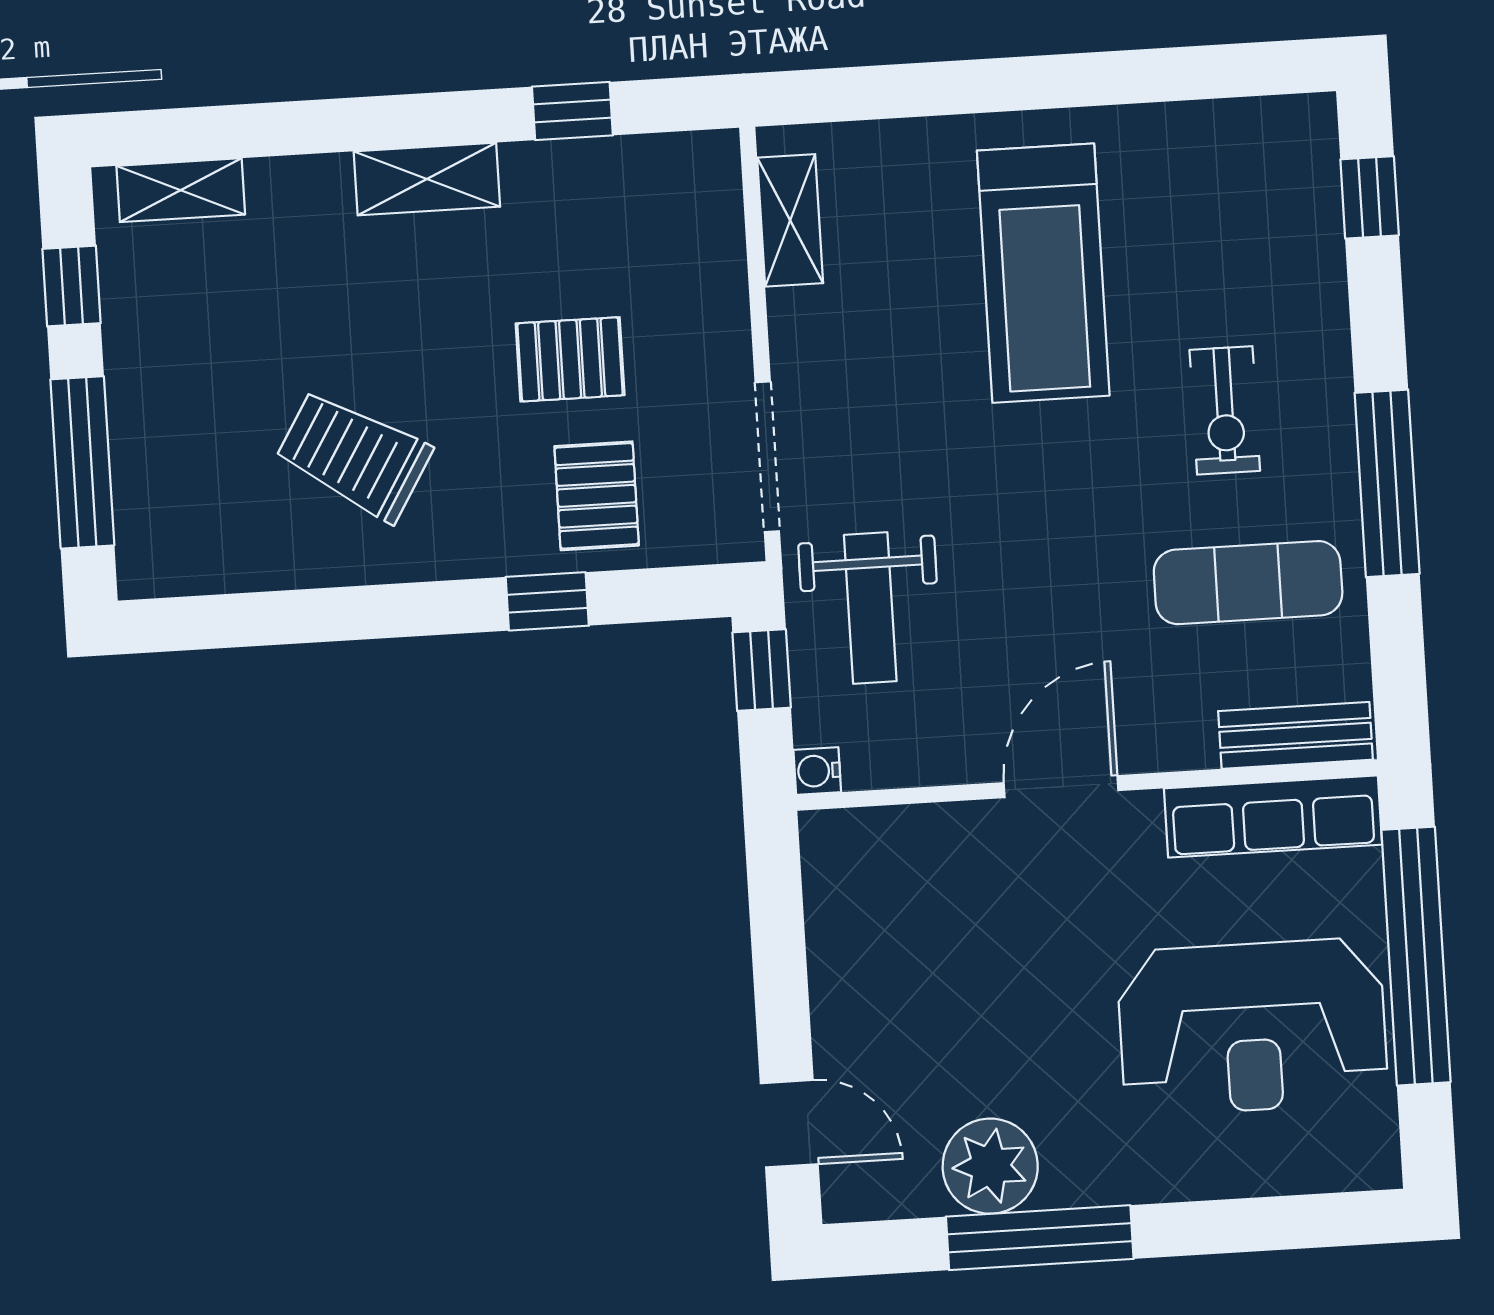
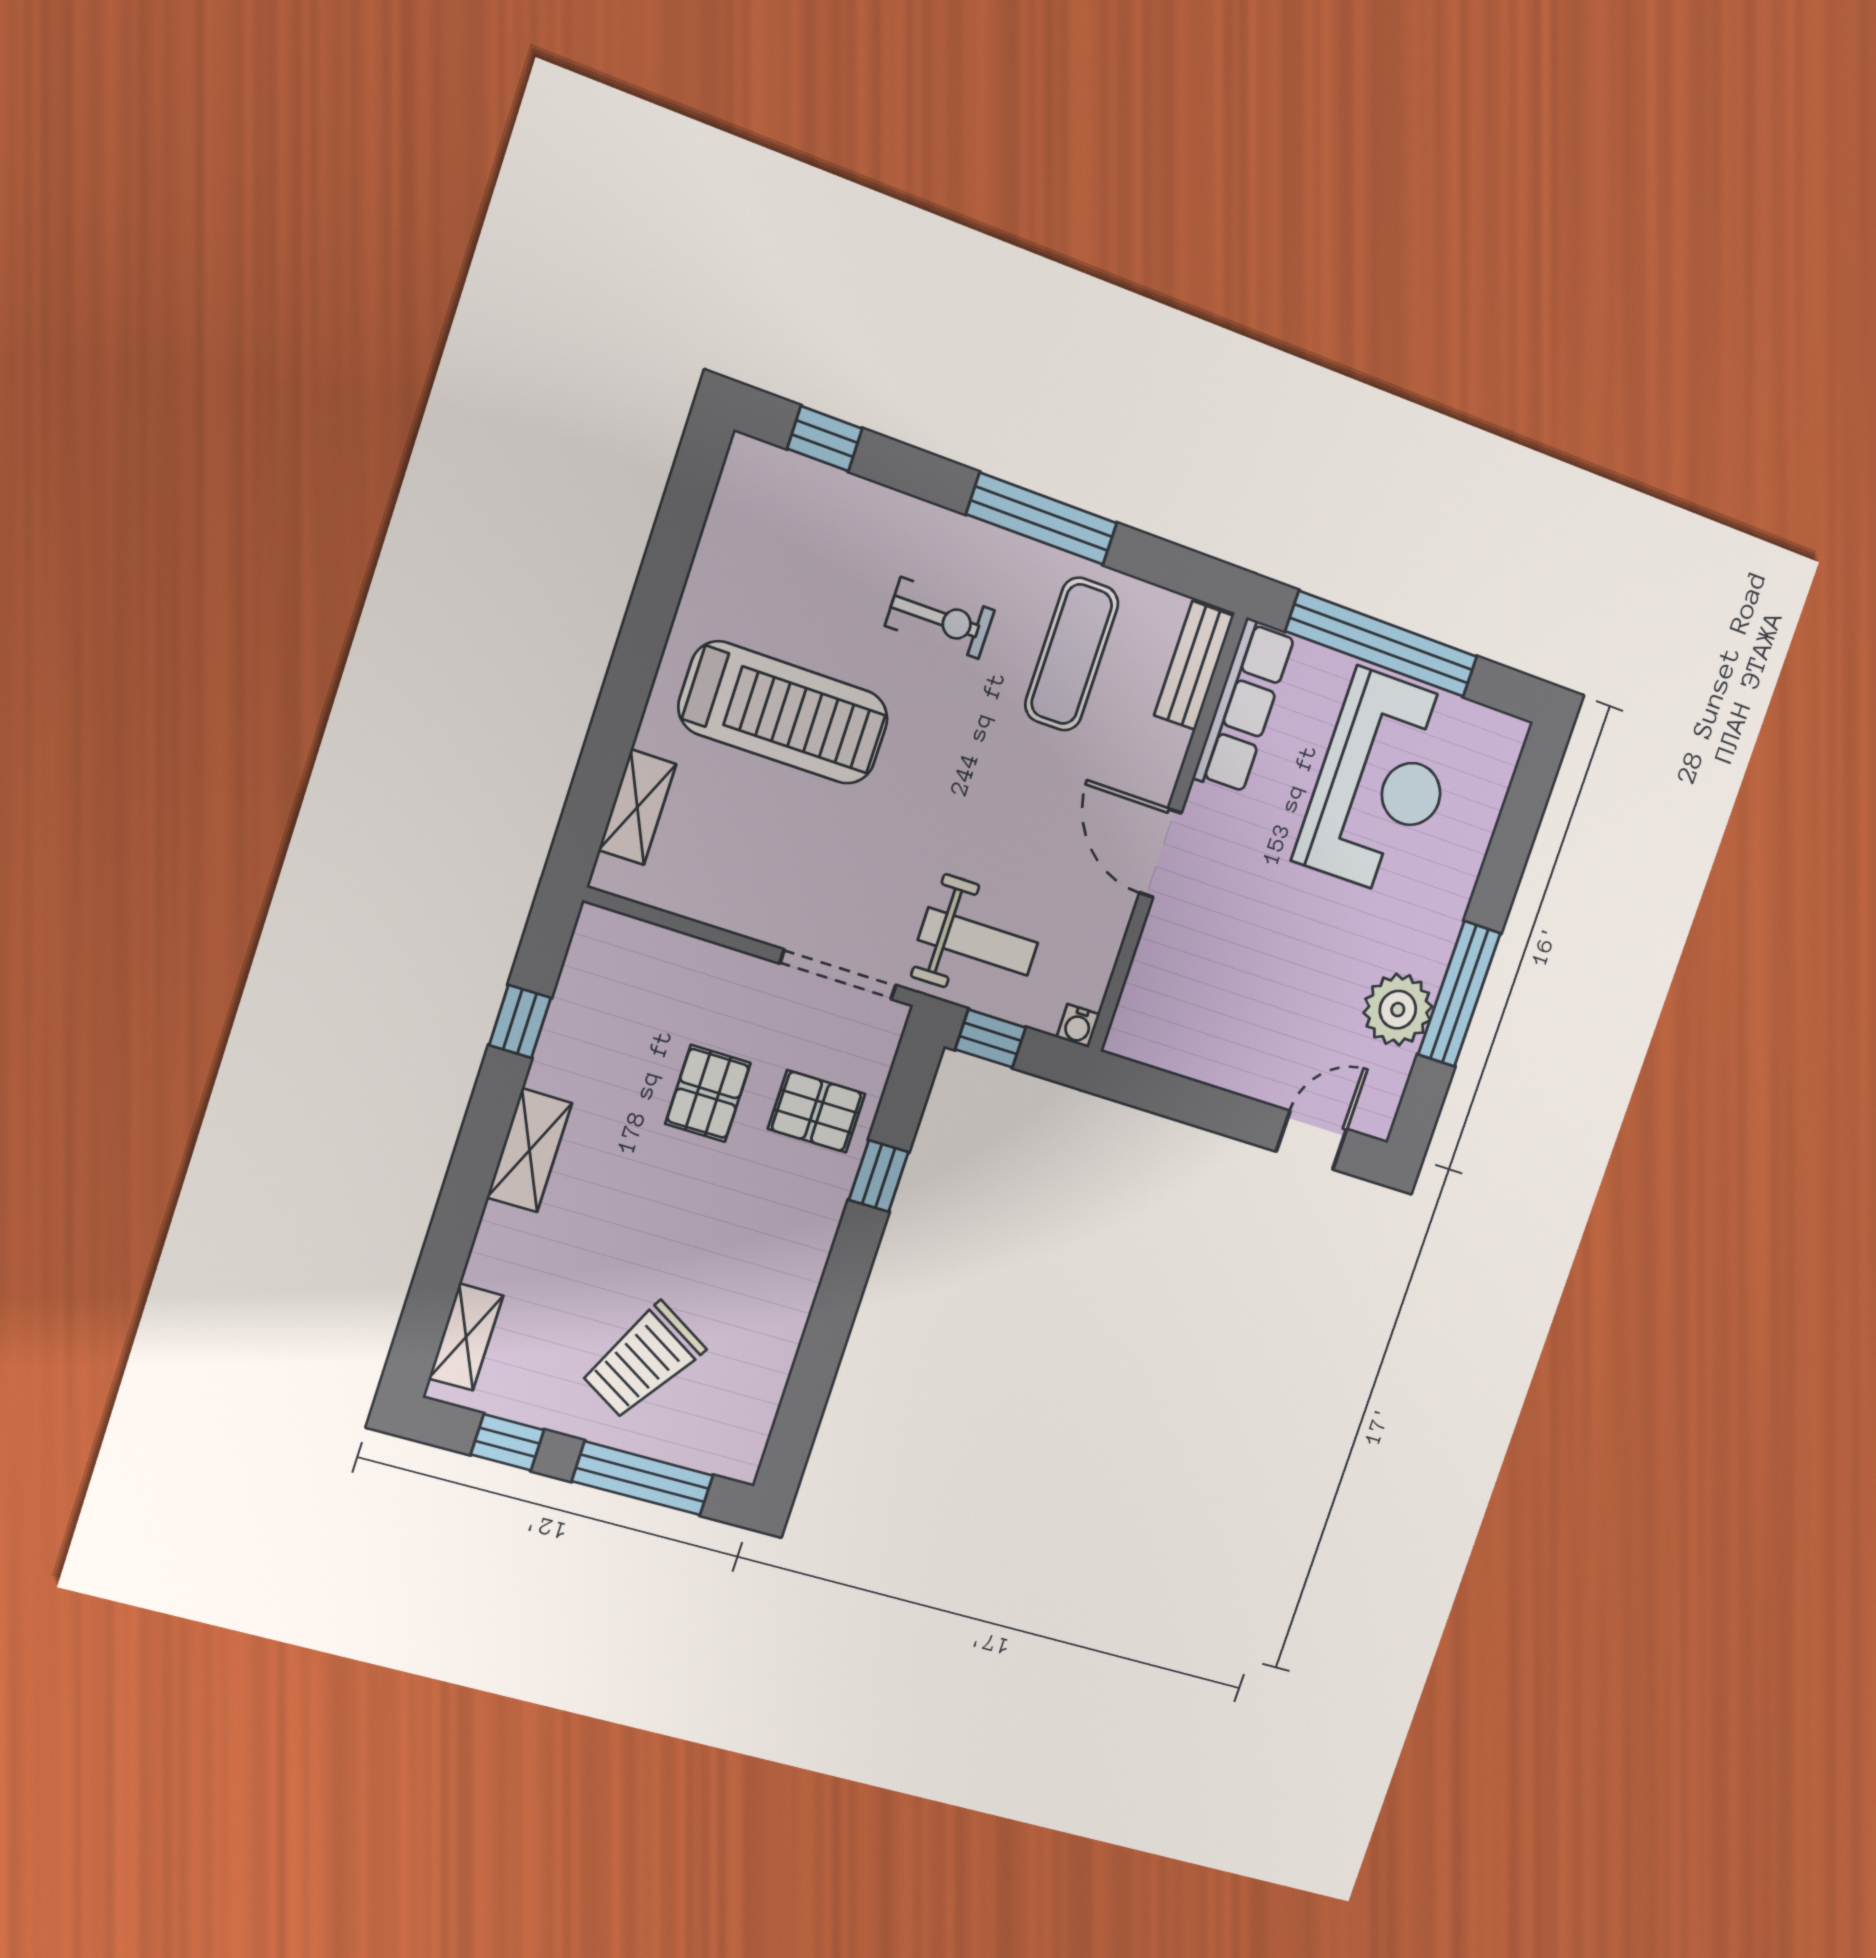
shelving: (790, 220) -> (637, 807), moved, turned 90
trolley: (354, 455) -> (643, 1361), moved

